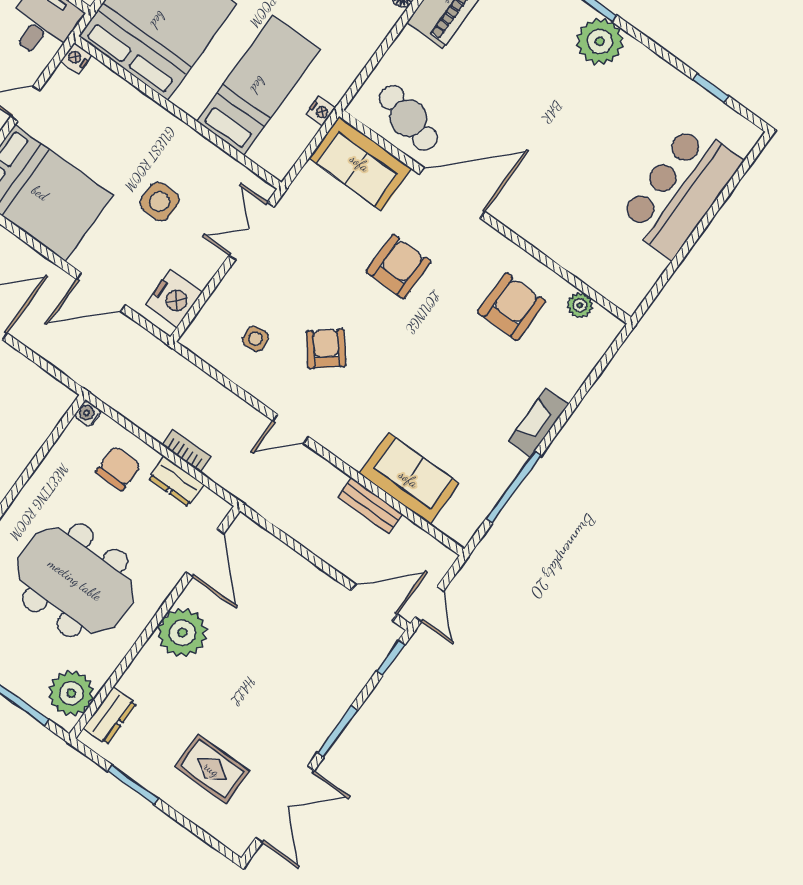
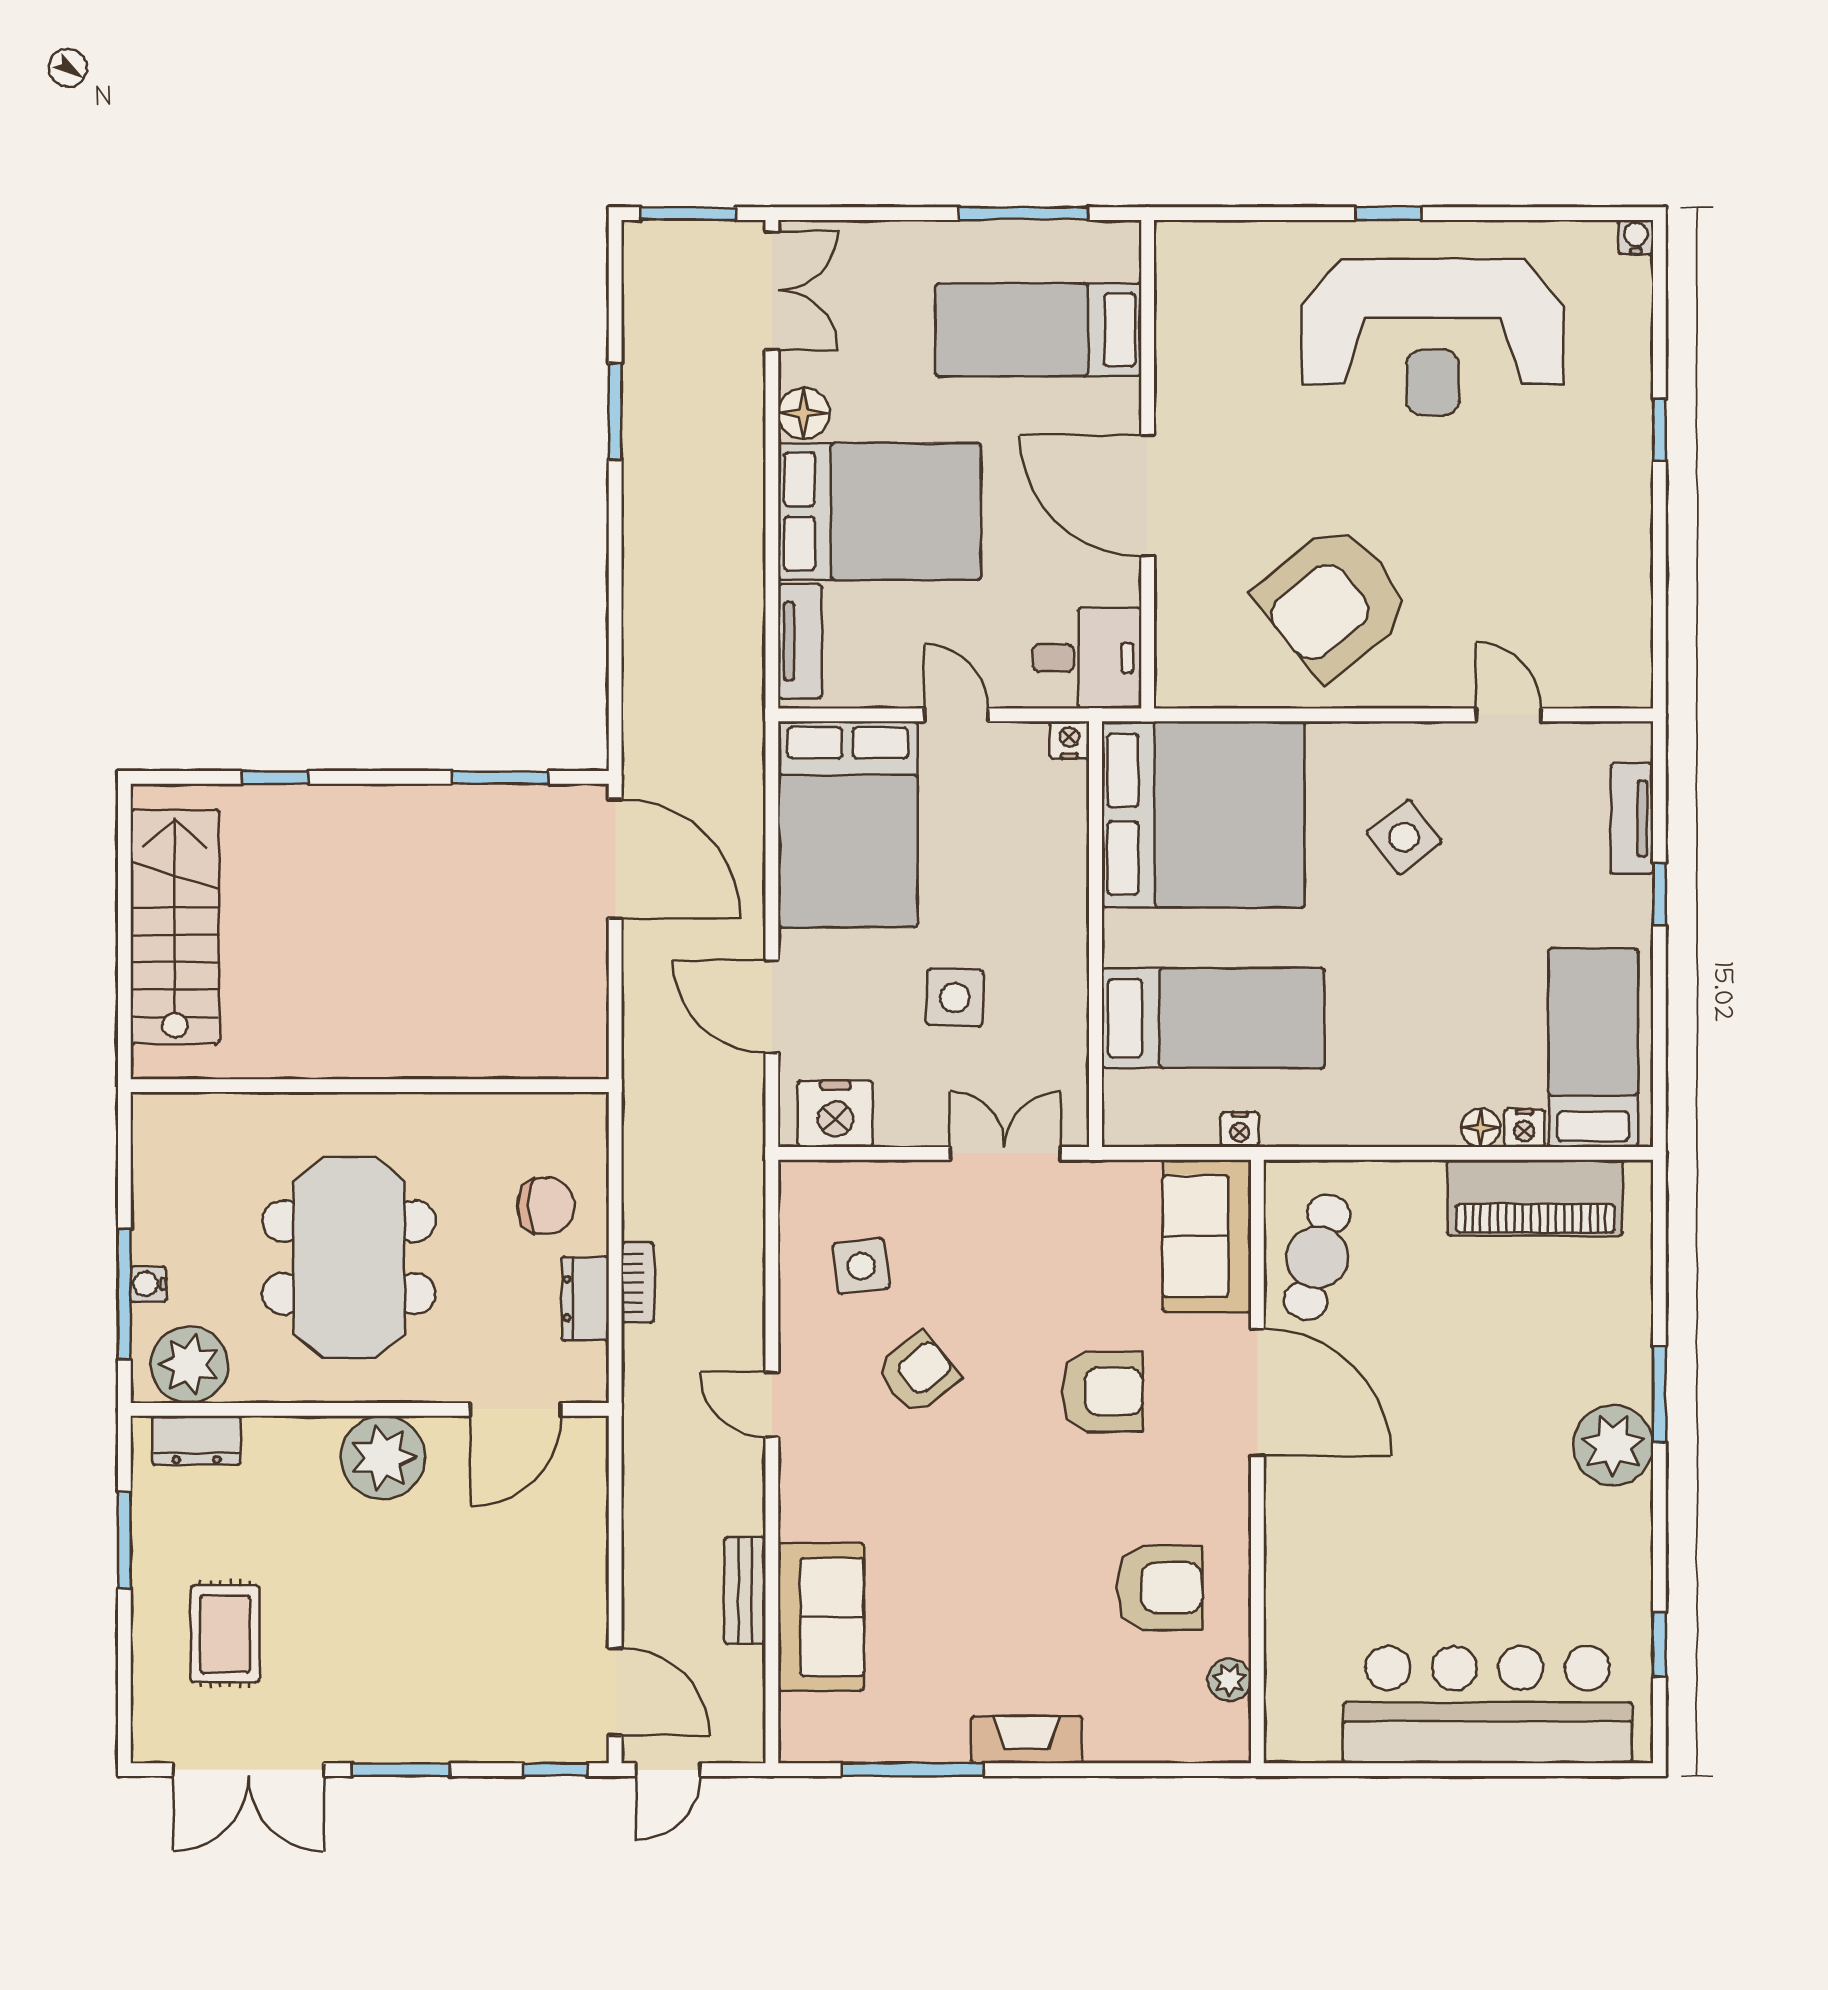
bar counter: (680, 191) -> (1488, 1704), width x1.36
side table: (256, 339) -> (861, 1266), width x1.37, depth x1.37
water cooler: (88, 414) -> (148, 1284), moved, turned -90

